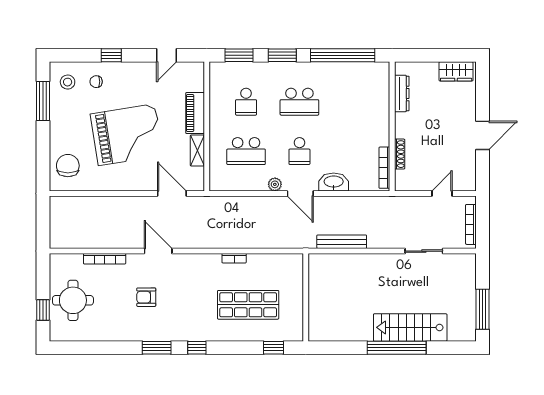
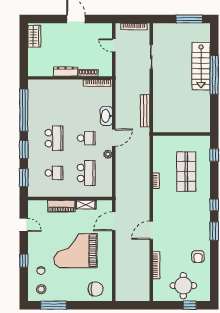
dresser: (402, 93) -> (66, 72), moved
grand piano: (127, 135) -> (75, 251), turned -81
chair: (68, 166) -> (96, 289), turned 180
armchair: (146, 297) -> (198, 257), moved

